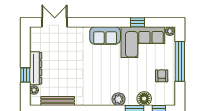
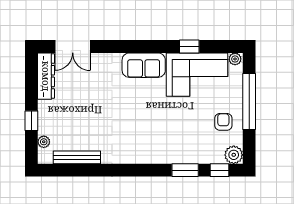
double door: (55, 22) -> (73, 46), swing flipped
dresser: (36, 68) -> (46, 76), moved
plant: (118, 99) -> (234, 155), moved
floor lamp: (144, 99) -> (199, 154), removed

